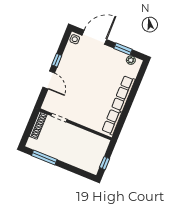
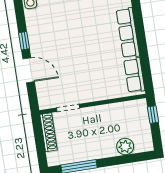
plant: (80, 162) -> (125, 146), added
window: (105, 163) -> (153, 115), moved

